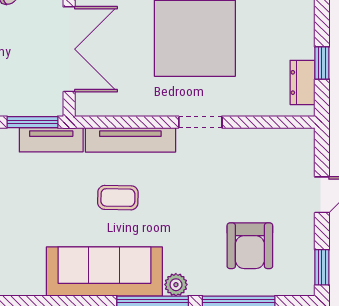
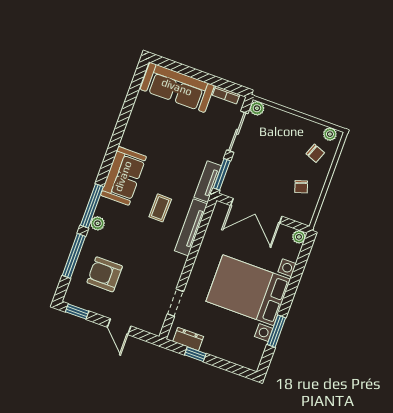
doorway: (200, 122) -> (175, 303), moved
sofa: (104, 271) -> (123, 176), width x0.73

